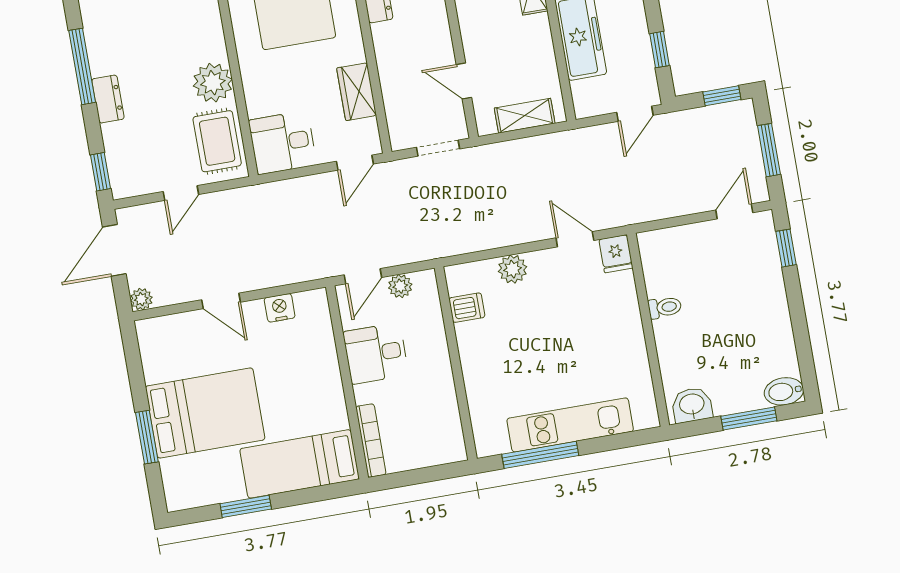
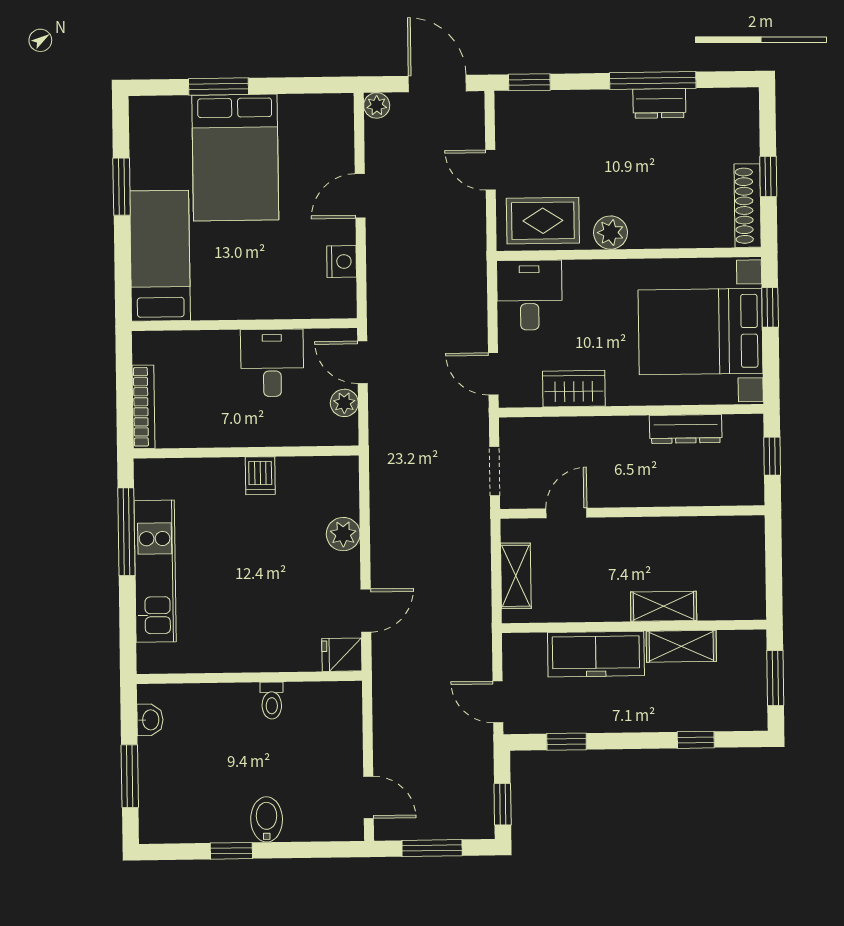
plant: (213, 83) -> (611, 233), width x0.73, depth x0.73
dresser: (108, 99) -> (659, 103), moved
window: (786, 248) -> (231, 851), moved
dishwasher: (467, 308) -> (260, 476), moved
bidet: (784, 391) -> (267, 819), moved
washbasin: (692, 405) -> (150, 720), width x0.72, depth x0.69
bookcase: (371, 441) -> (143, 407), moved, turned -90

